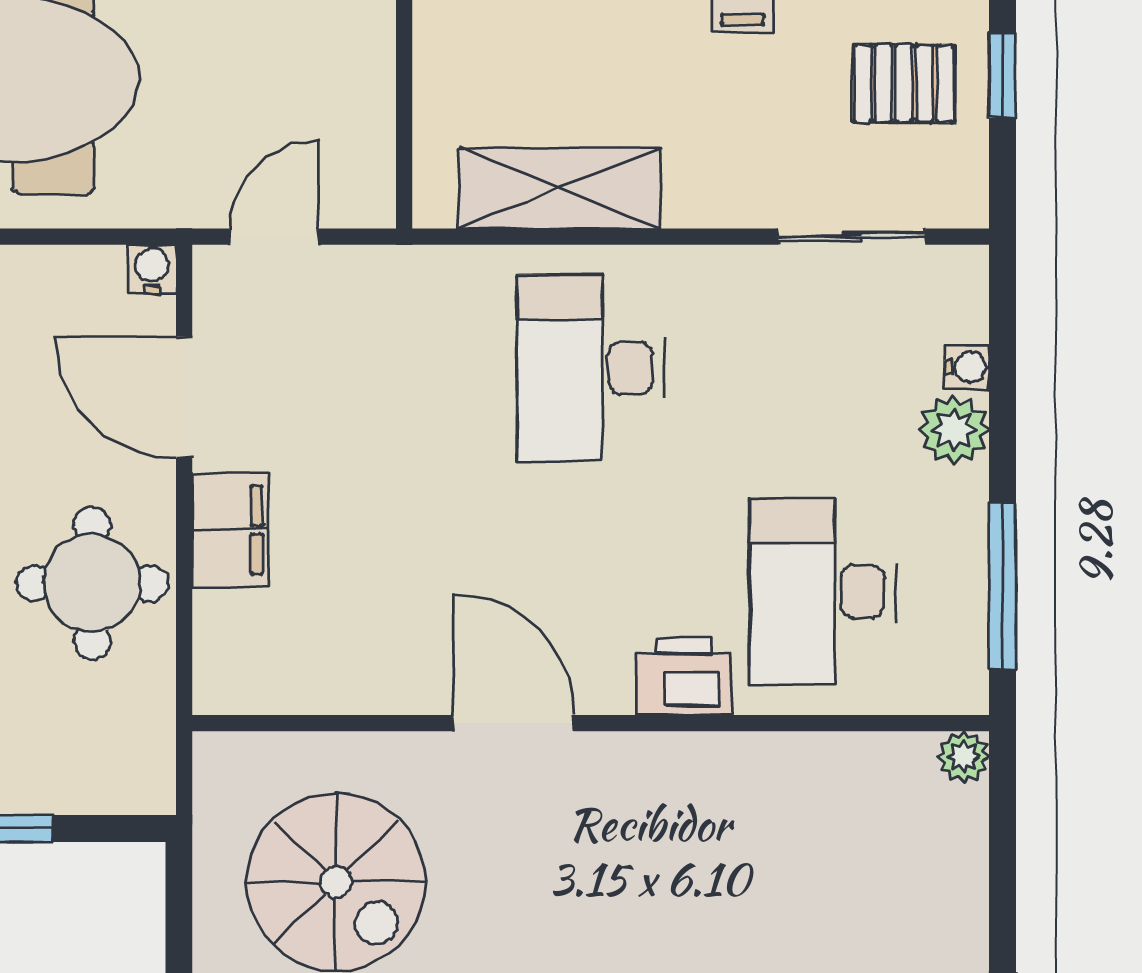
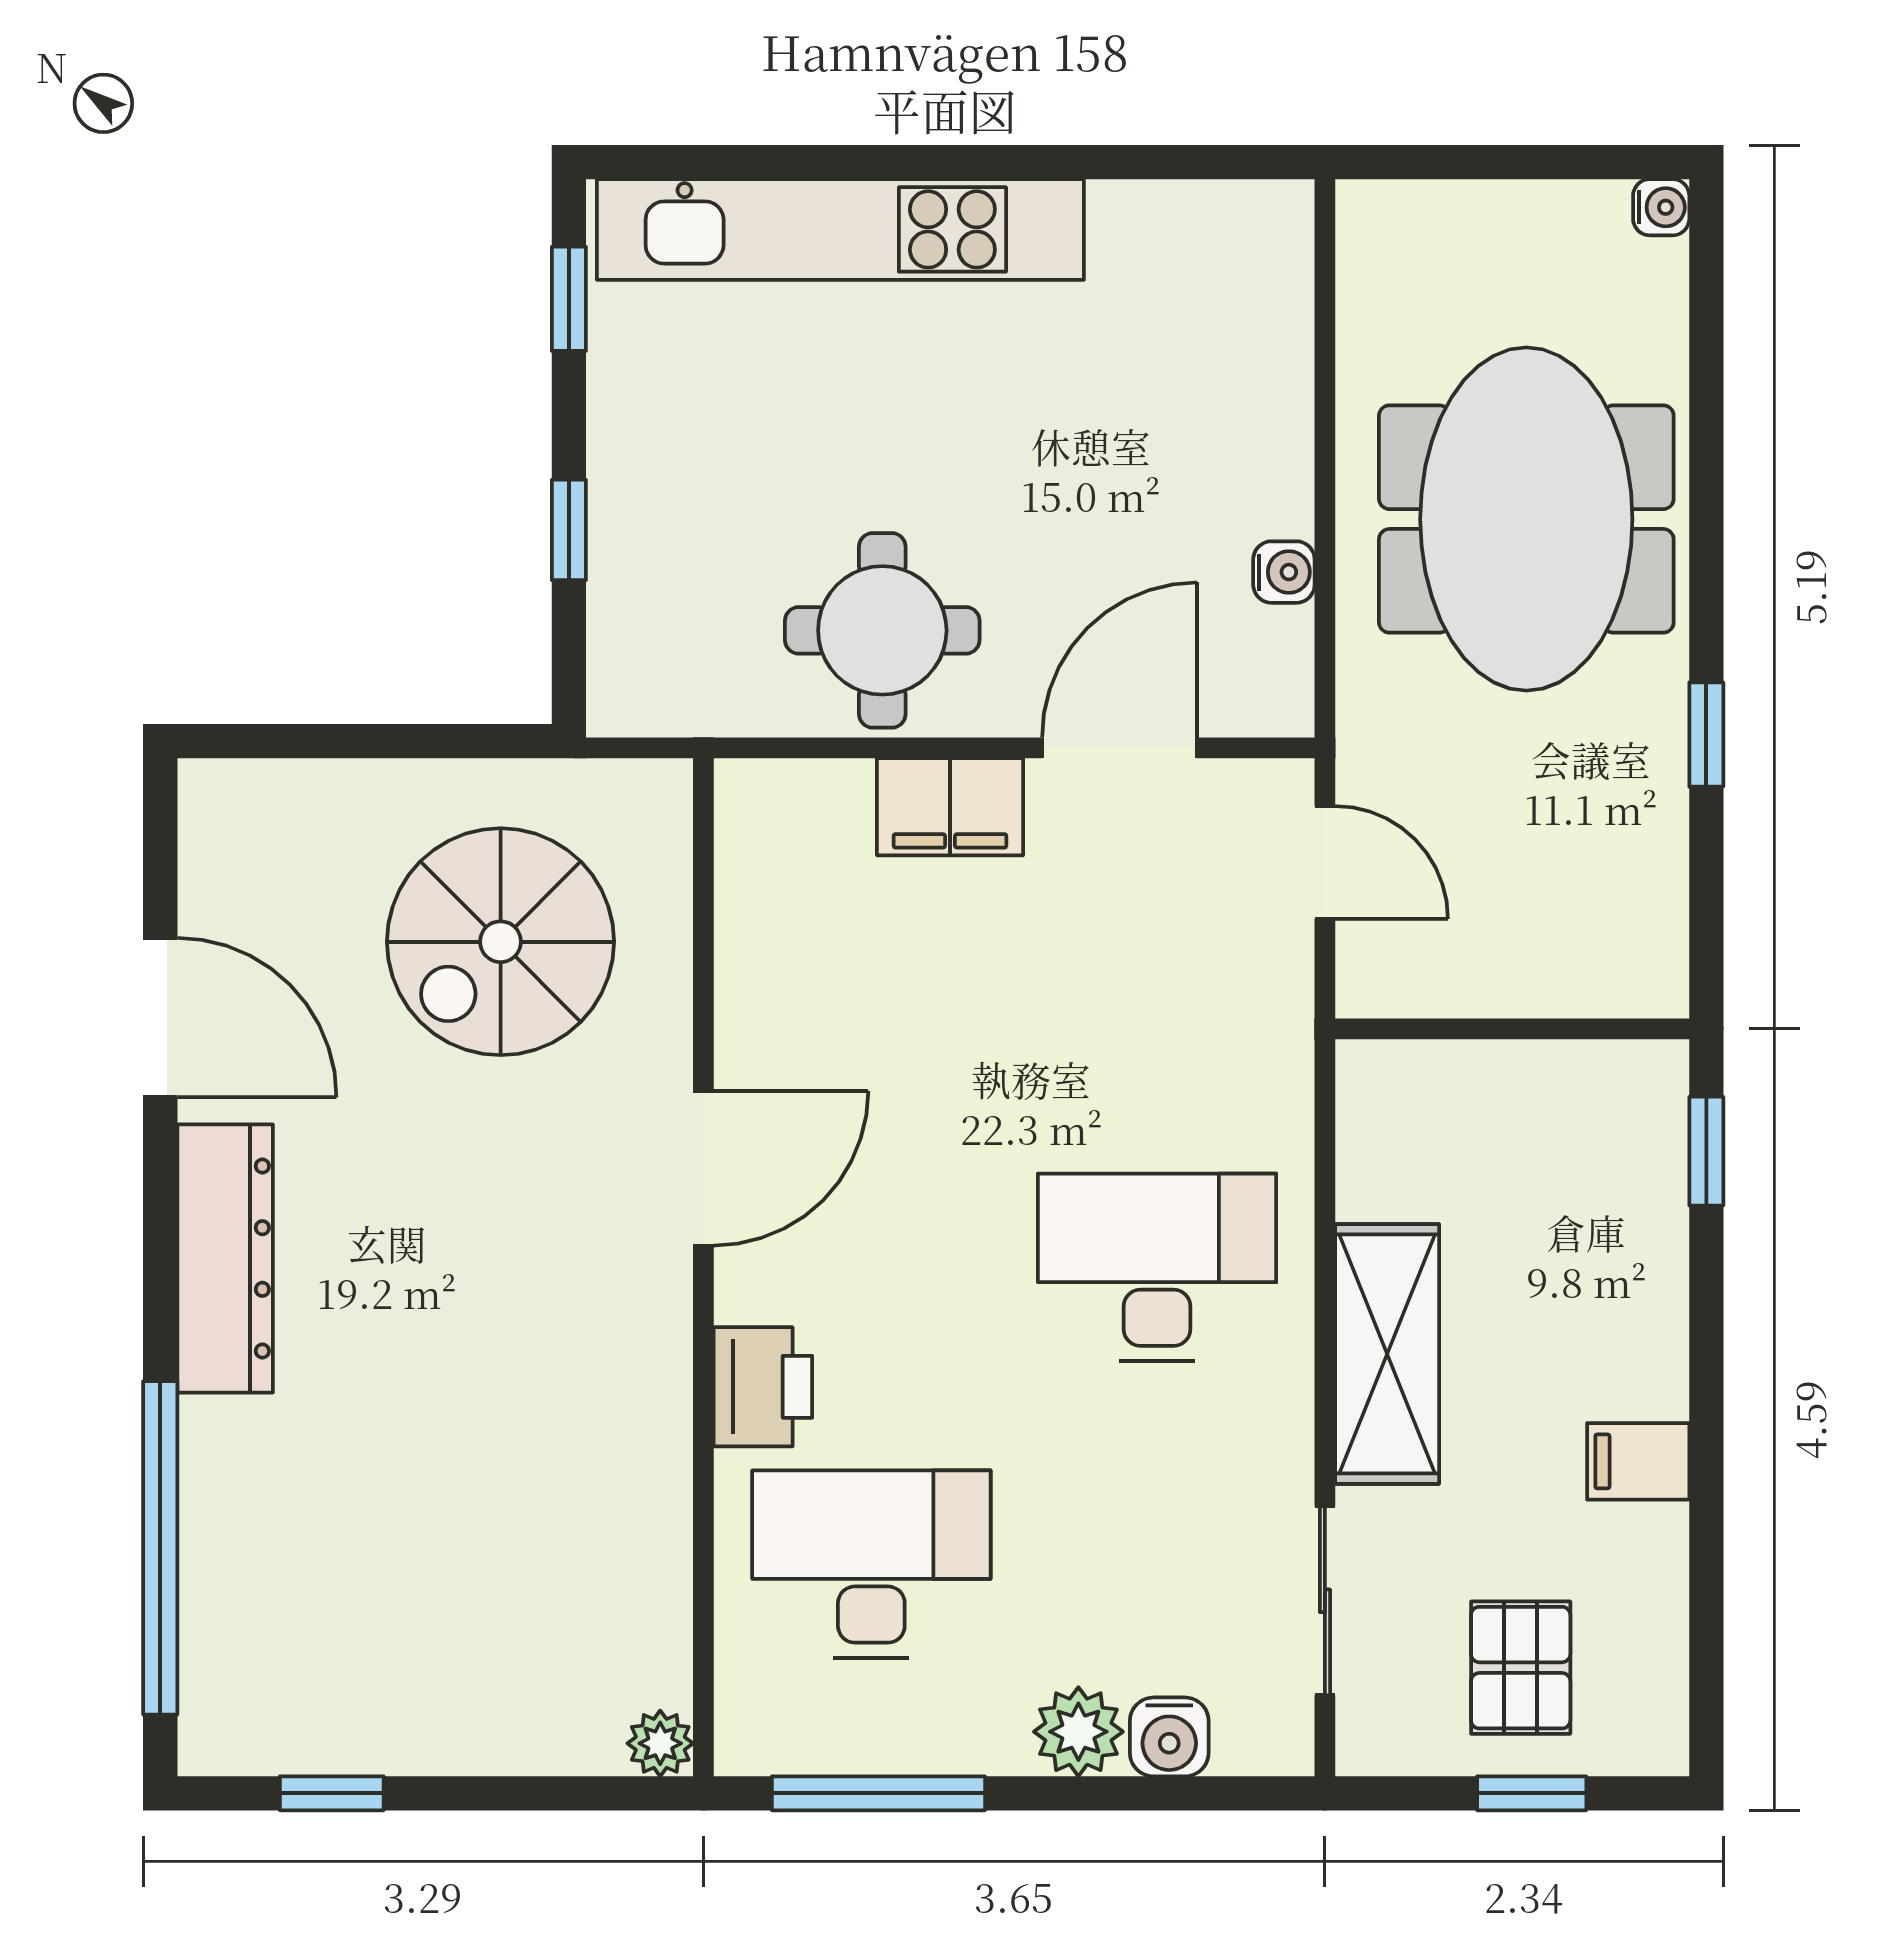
shelving: (560, 188) -> (1387, 1354), moved
water cooler: (152, 269) -> (1284, 572), moved
water cooler: (967, 367) -> (1169, 1737), width x1.38, depth x1.38

